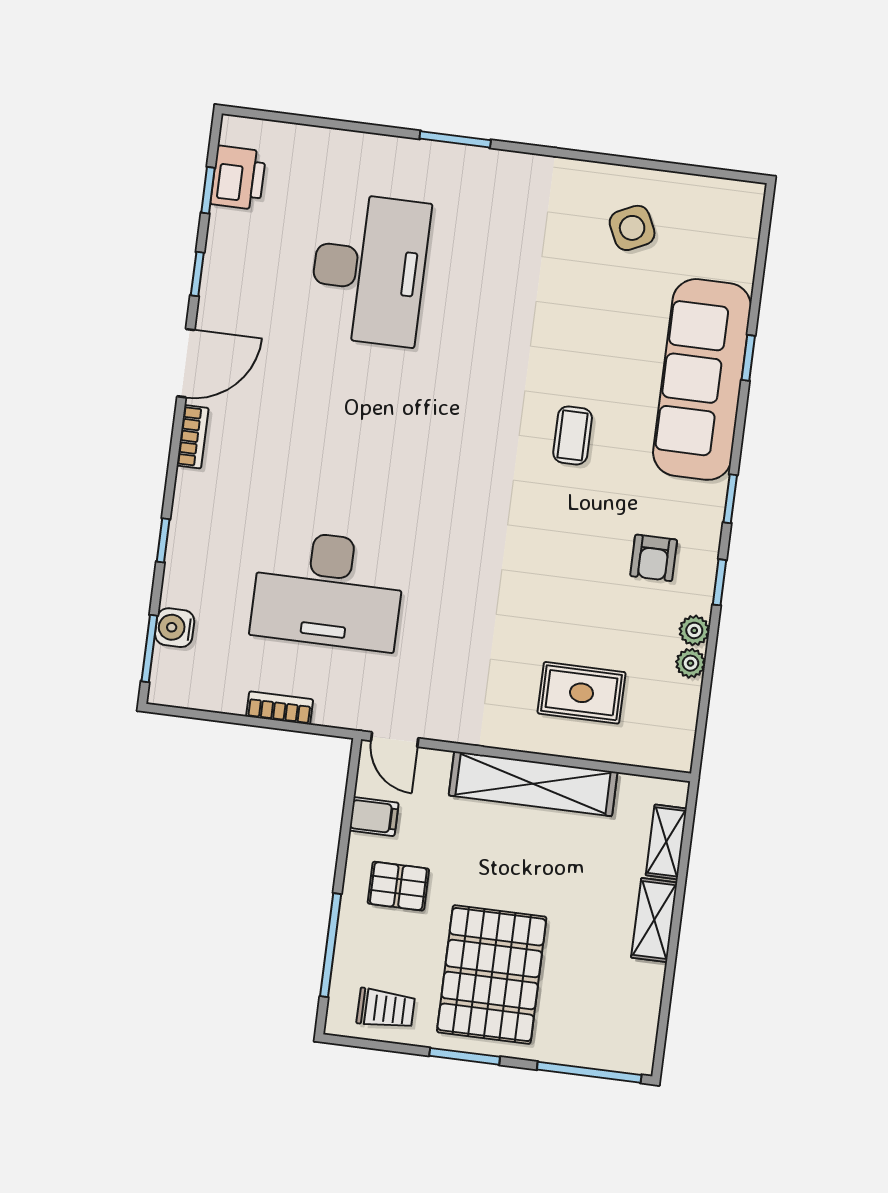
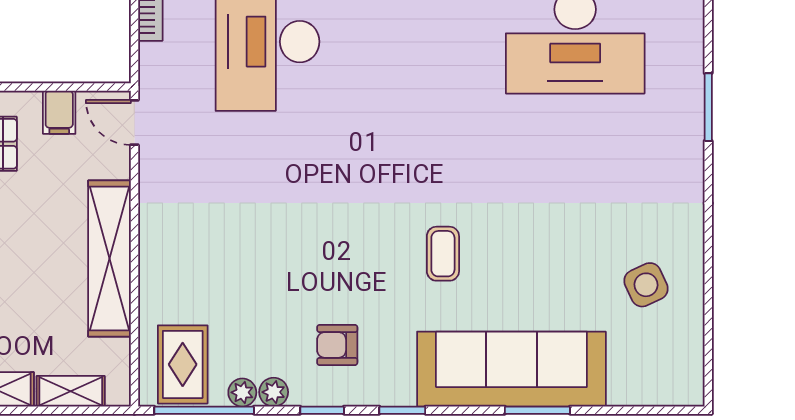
window: (748, 358) -> (537, 410), width x1.50
coffee table: (573, 435) -> (443, 254), turned 90
rug: (582, 693) -> (183, 364), moved
window: (704, 705) -> (204, 410), added
door: (395, 740) -> (134, 122), hinge flipped

